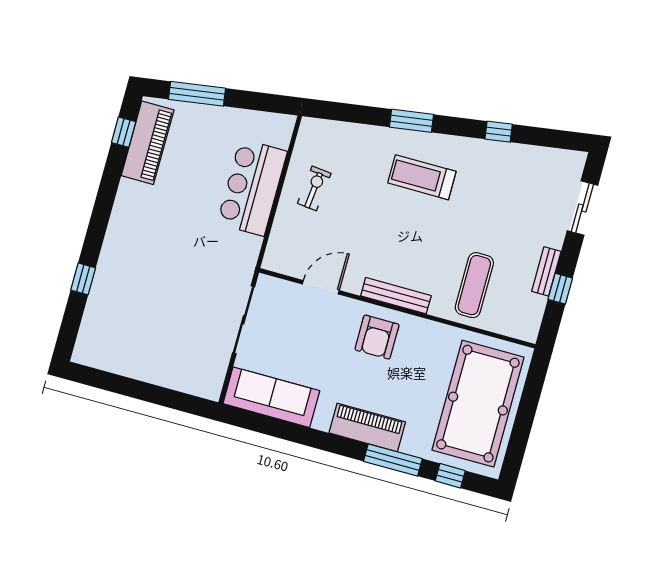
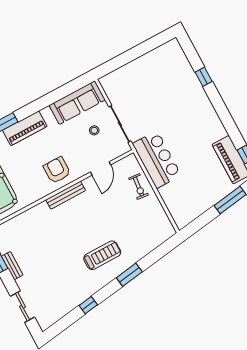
bar counter: (252, 187) -> (157, 159), moved
exercise bike: (314, 188) -> (139, 187), moved
exercise mat: (474, 285) -> (37, 231), removed
stool: (283, 342) -> (94, 130), added

